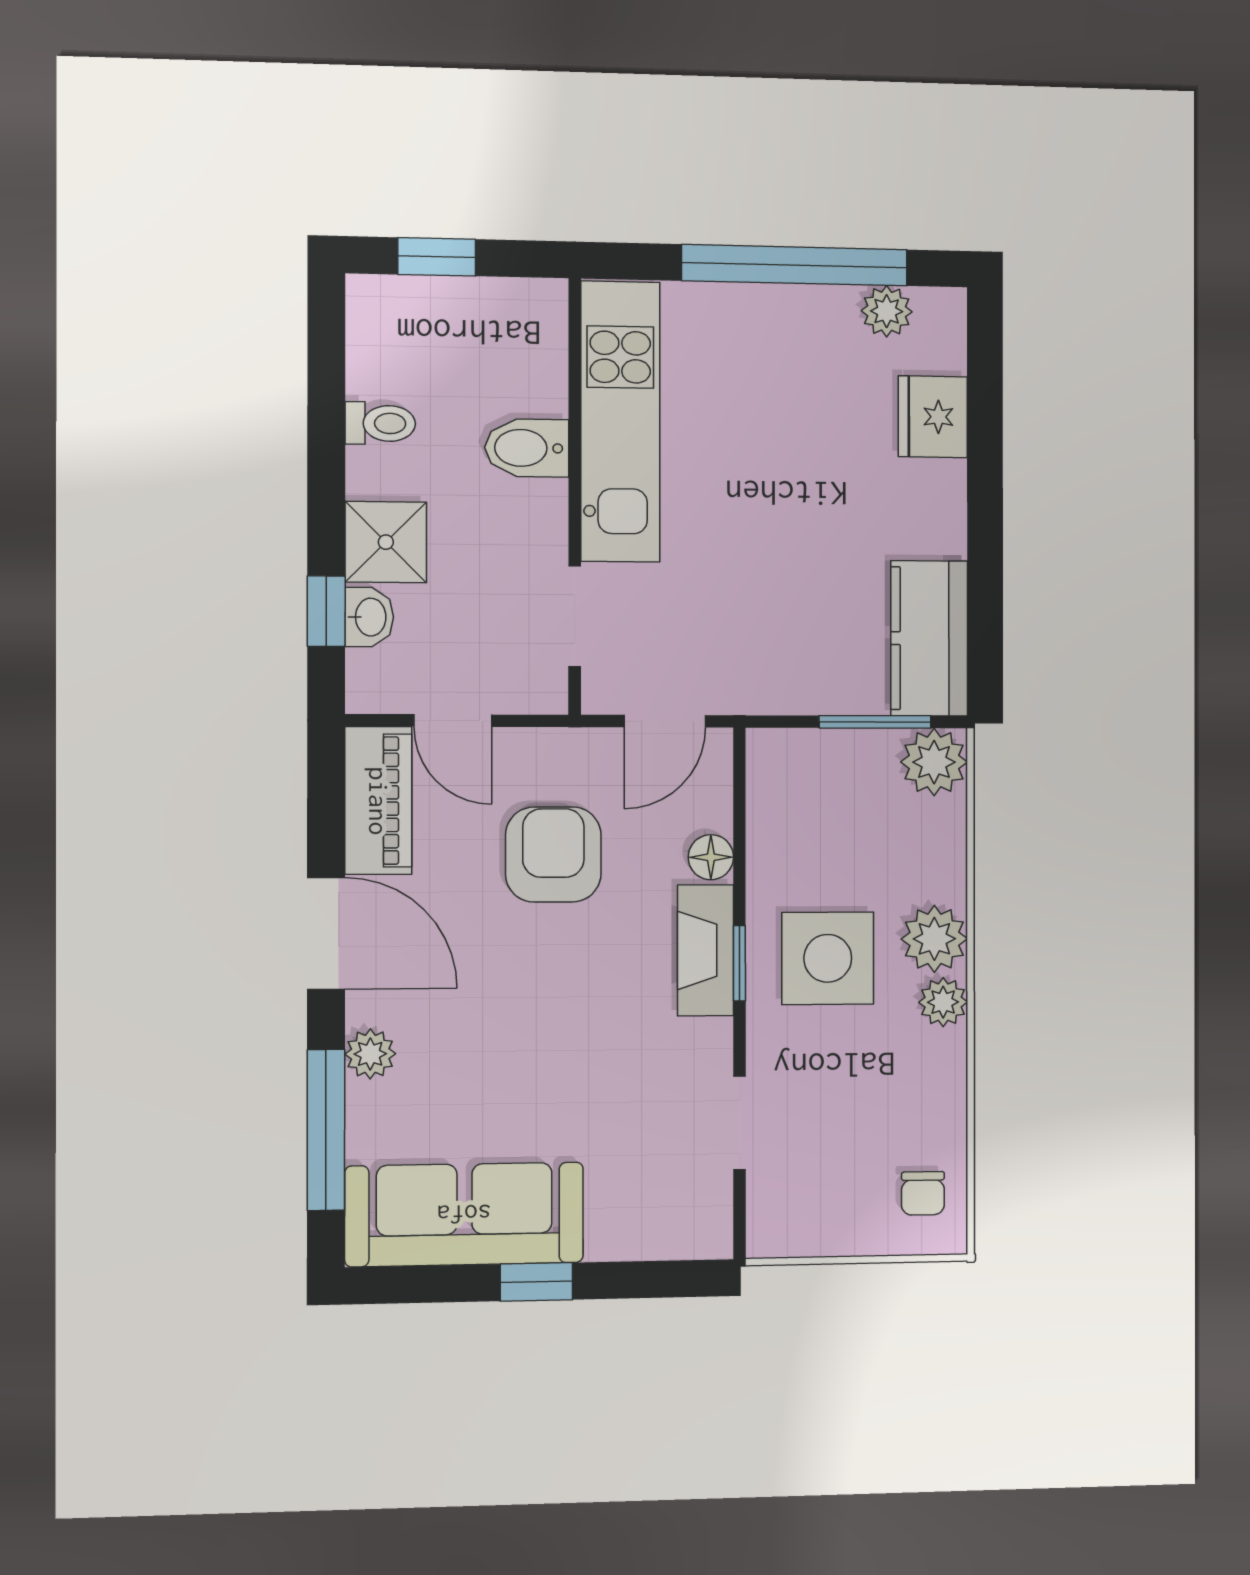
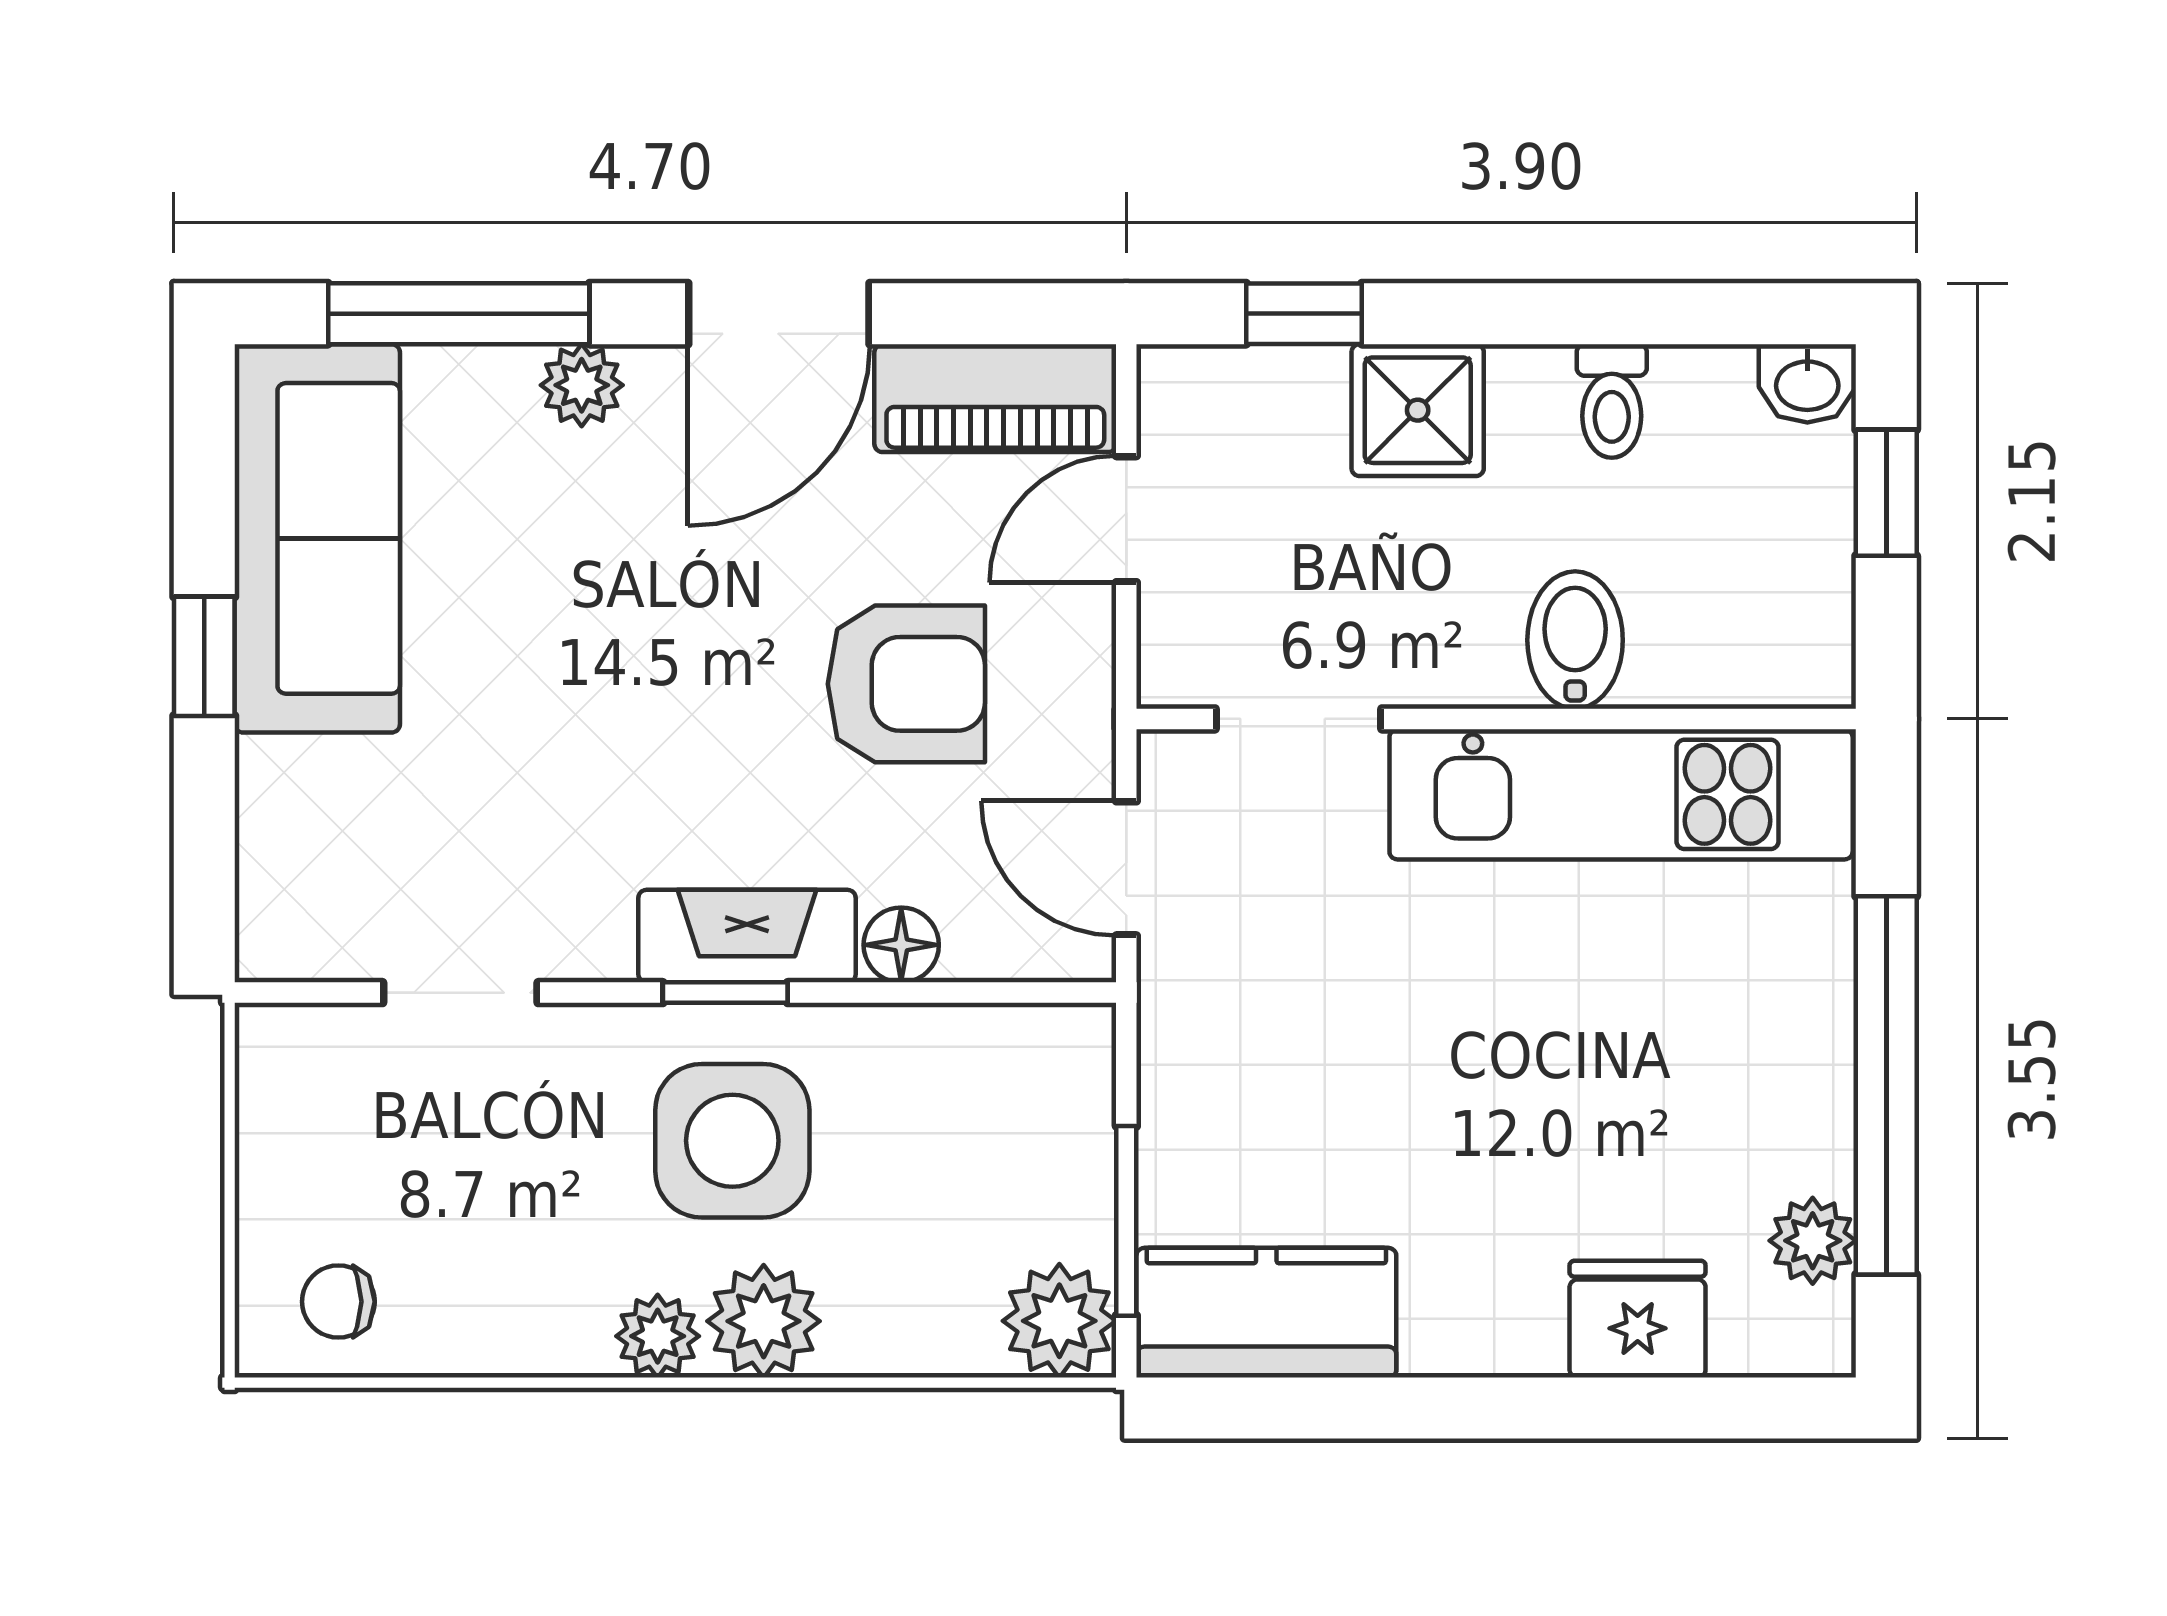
washbasin: (369, 617) -> (1807, 383), moved

